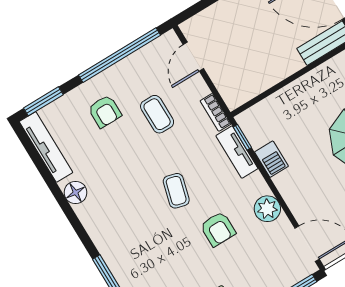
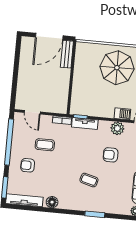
armchair: (105, 111) -> (28, 165), turned 180
barbecue: (271, 159) -> (122, 114), moved
coffee table: (176, 191) -> (89, 180), moved
armchair: (218, 229) -> (111, 155), turned 180

